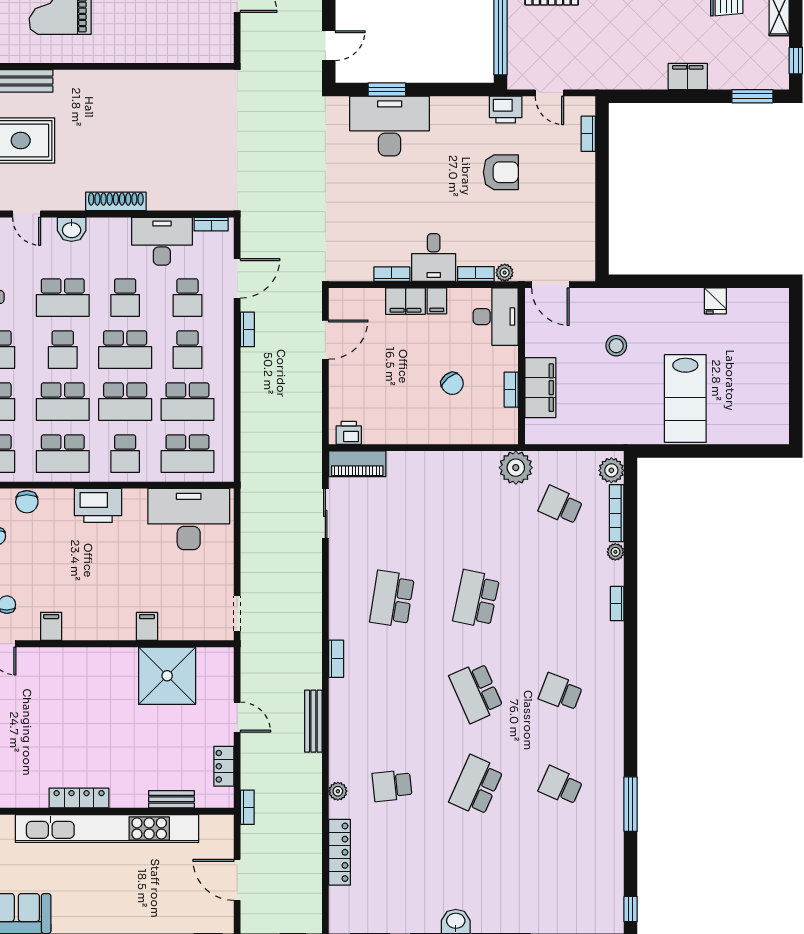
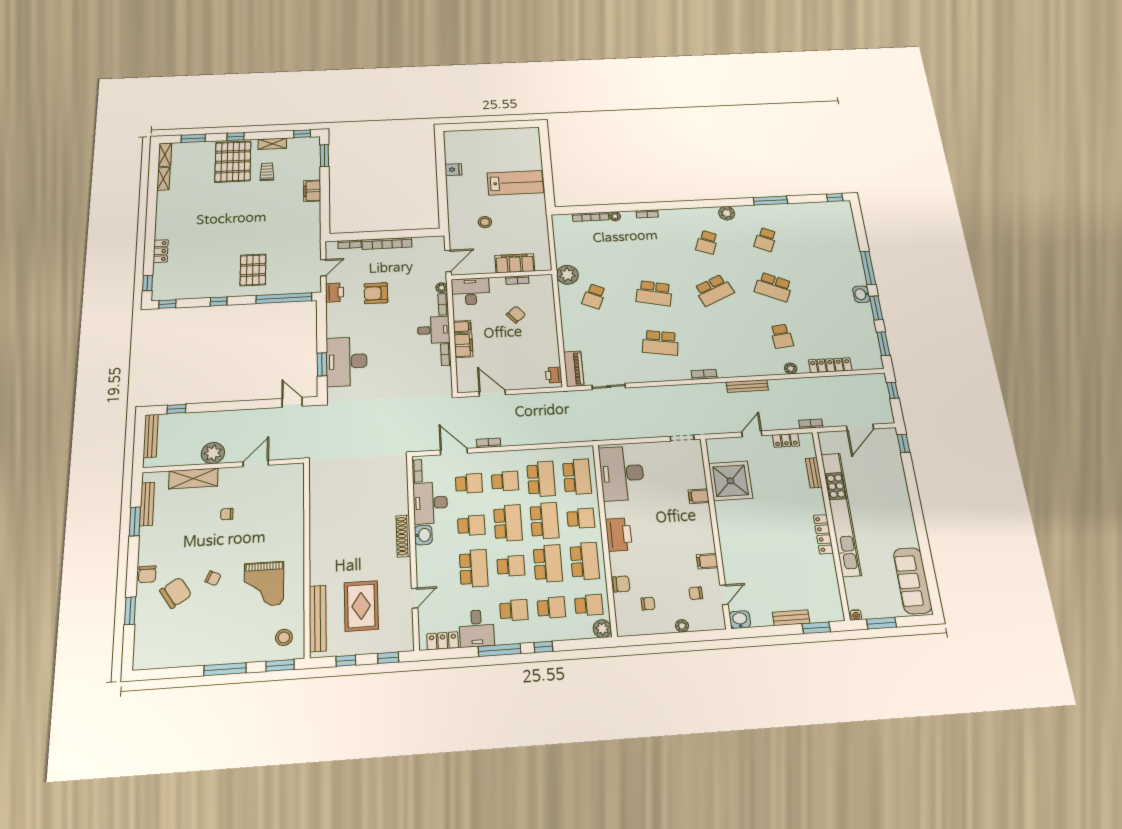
armchair: (501, 172) -> (376, 293), turned -90
bookcase: (587, 191) -> (387, 243), added
washbasin: (72, 229) -> (423, 535), moved
plant: (611, 470) -> (727, 213), moved
school desk: (561, 505) -> (594, 296), moved

